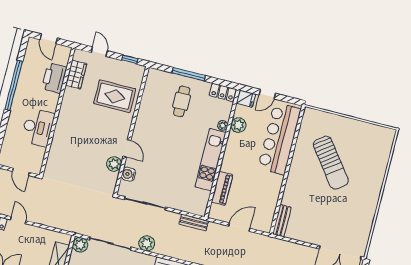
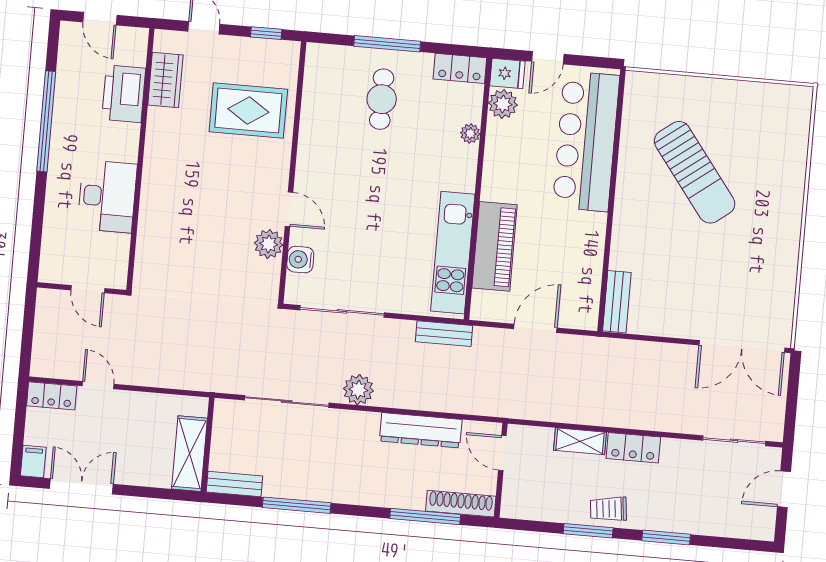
plant: (238, 125) -> (503, 104), moved
kitchen unit: (210, 160) -> (453, 253), moved
piano: (222, 188) -> (495, 246), width x1.37, depth x1.33
plant: (80, 245) -> (228, 414), removed

